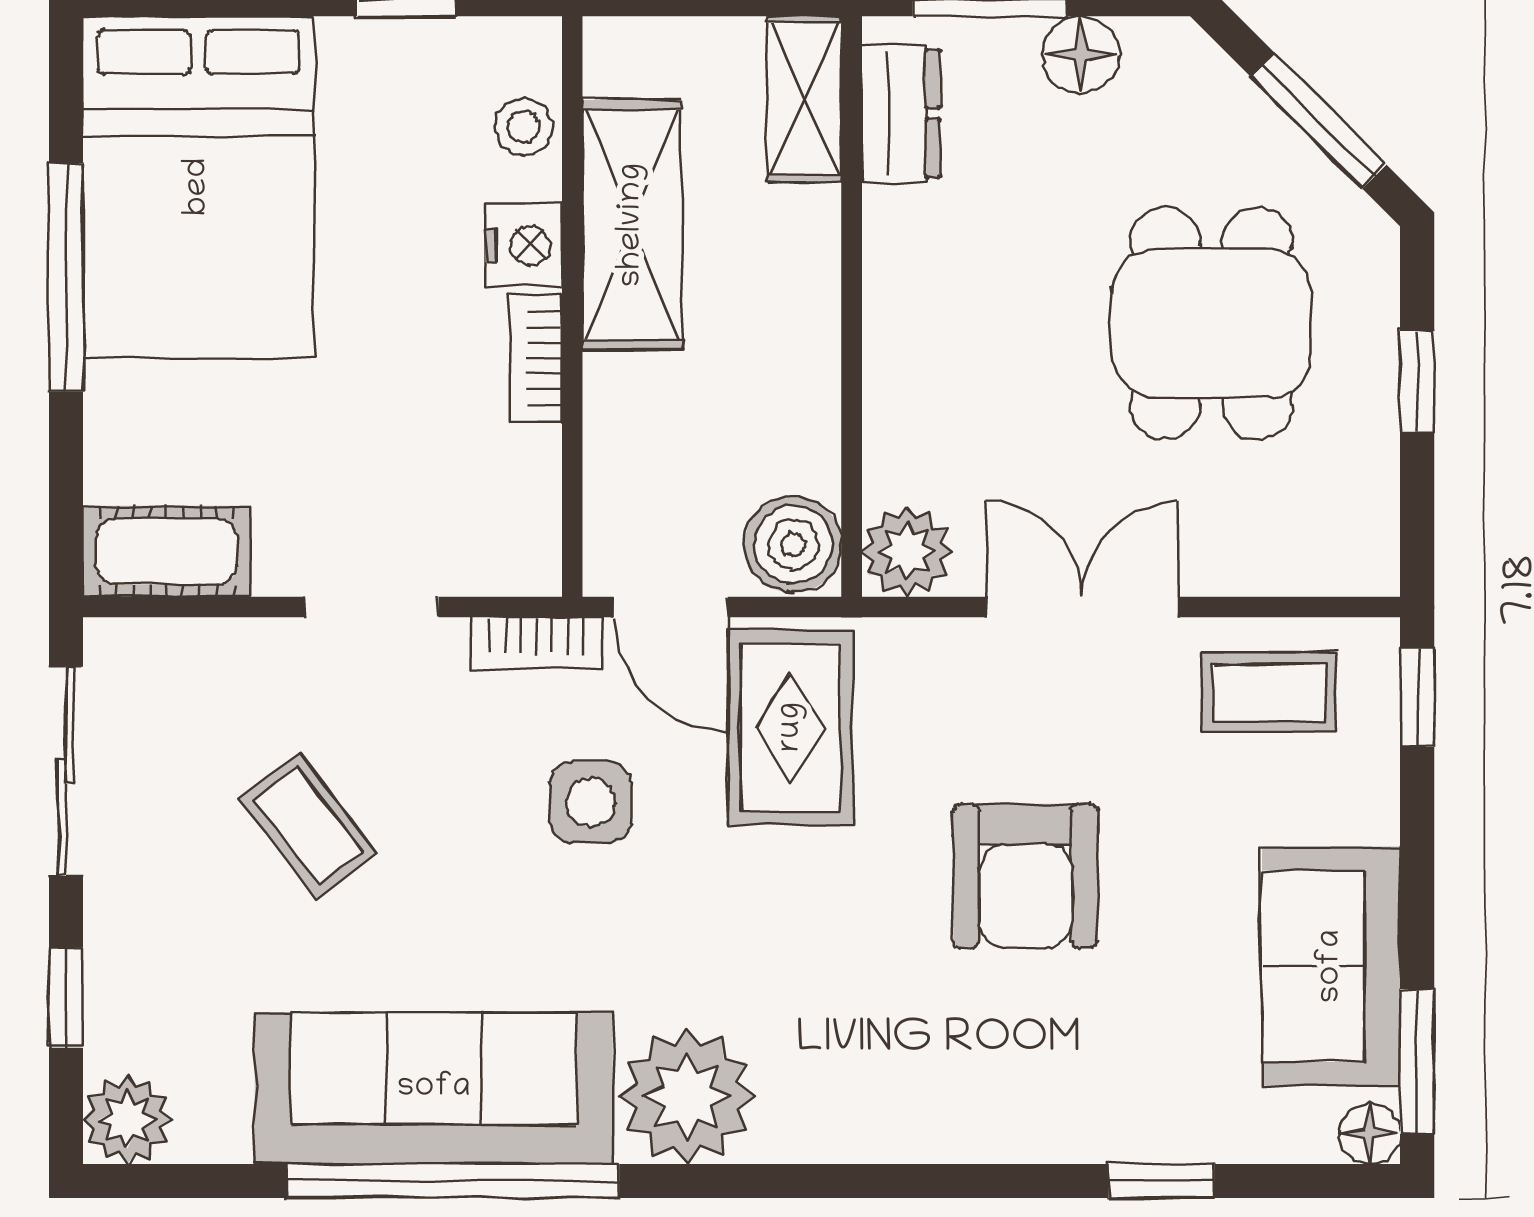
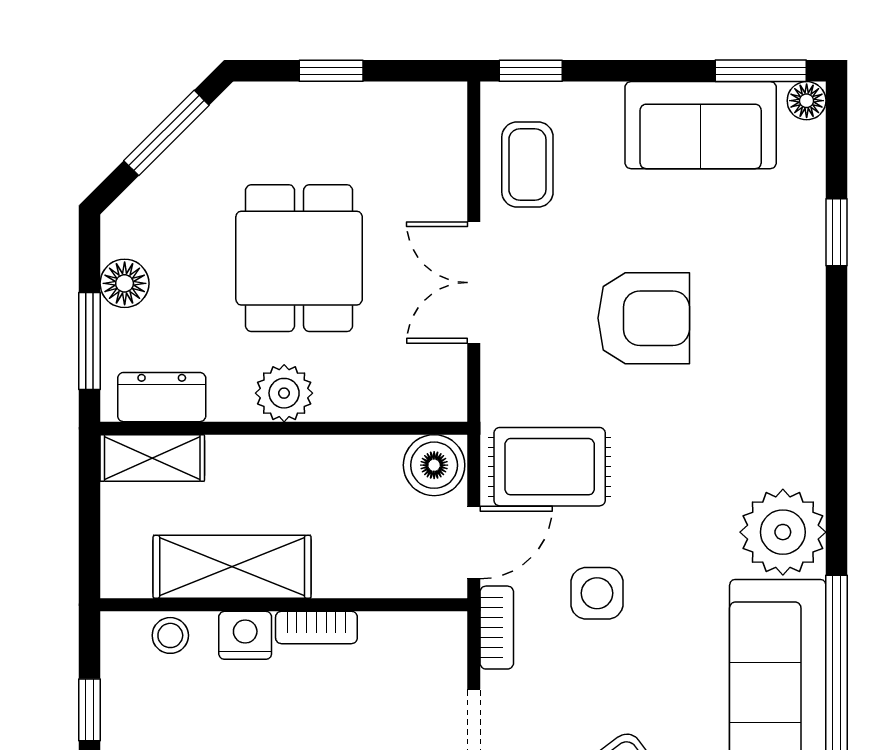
dining table: (1211, 323) -> (299, 258), moved, turned 90
plant: (907, 552) -> (284, 393), moved

